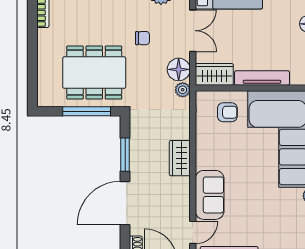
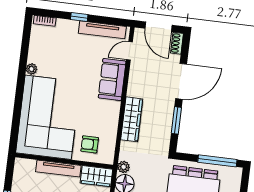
window: (87, 111) -> (217, 161), moved
wardrobe: (180, 158) -> (132, 119), width x1.50

